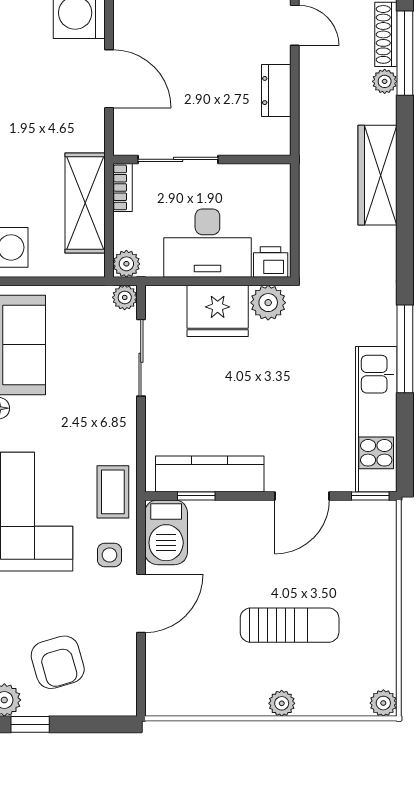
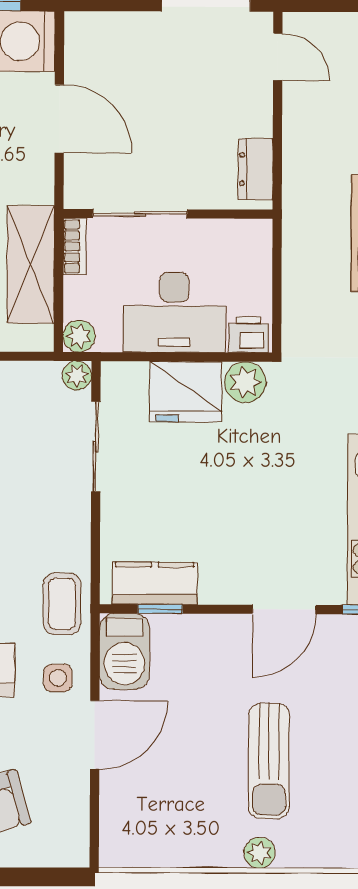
dresser: (276, 91) -> (255, 169), moved
kitchen counter: (210, 474) -> (155, 583), width x0.67
sun lounger: (290, 625) -> (269, 761), turned 90

